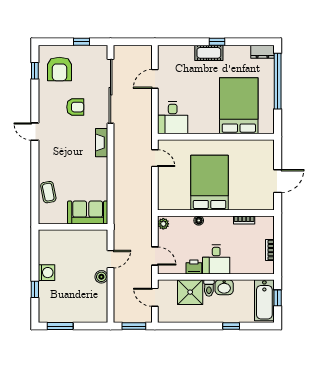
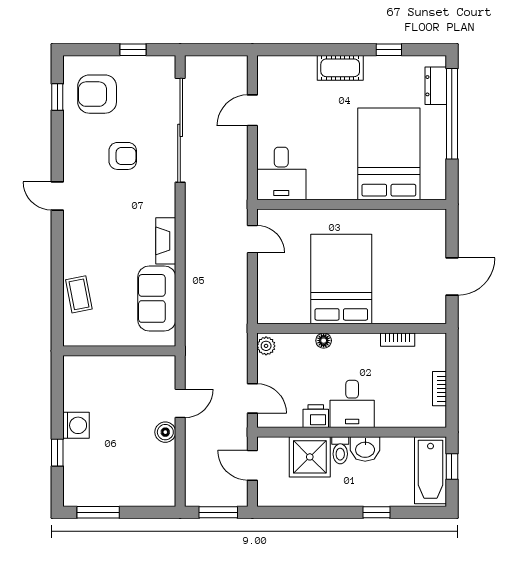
window: (217, 42) -> (389, 50), moved
dresser: (262, 52) -> (436, 86), moved, turned 90
armchair: (59, 69) -> (97, 94), turned 90
fireplace: (102, 143) -> (166, 241), moved
sofa: (88, 213) -> (157, 298), moved, turned -90

